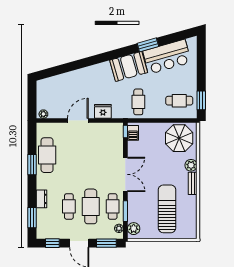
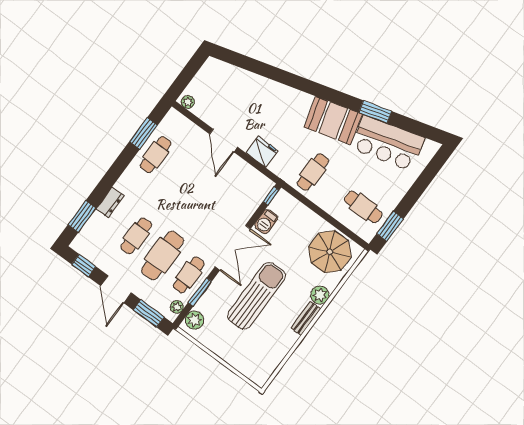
door: (78, 121) -> (224, 141), swing flipped
barbecue: (133, 133) -> (266, 222), moved
cafe table: (47, 155) -> (156, 155), width x0.73, depth x0.74
window: (32, 165) -> (144, 133), moved
sun lounger: (167, 209) -> (256, 296), moved

